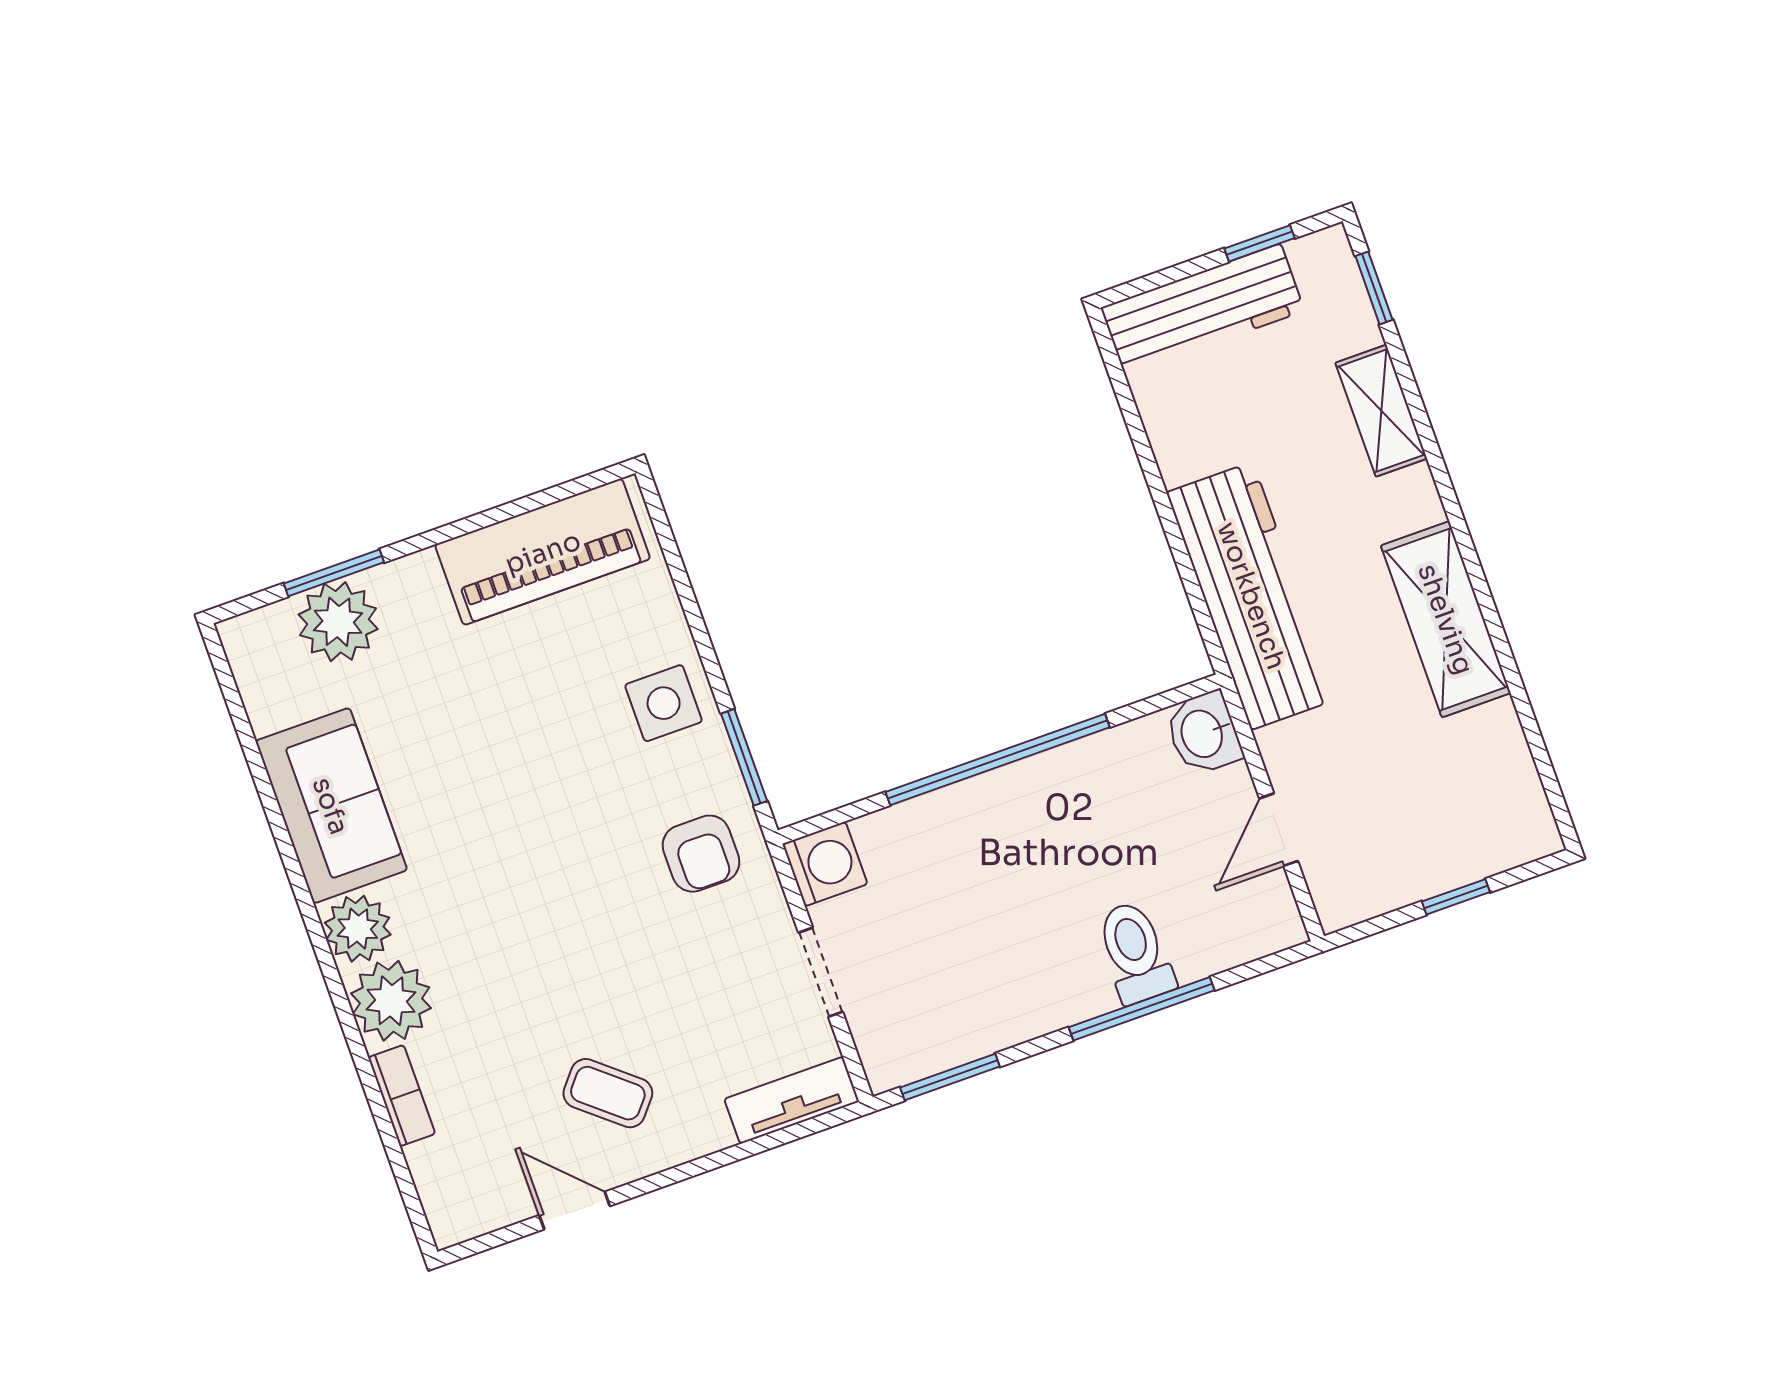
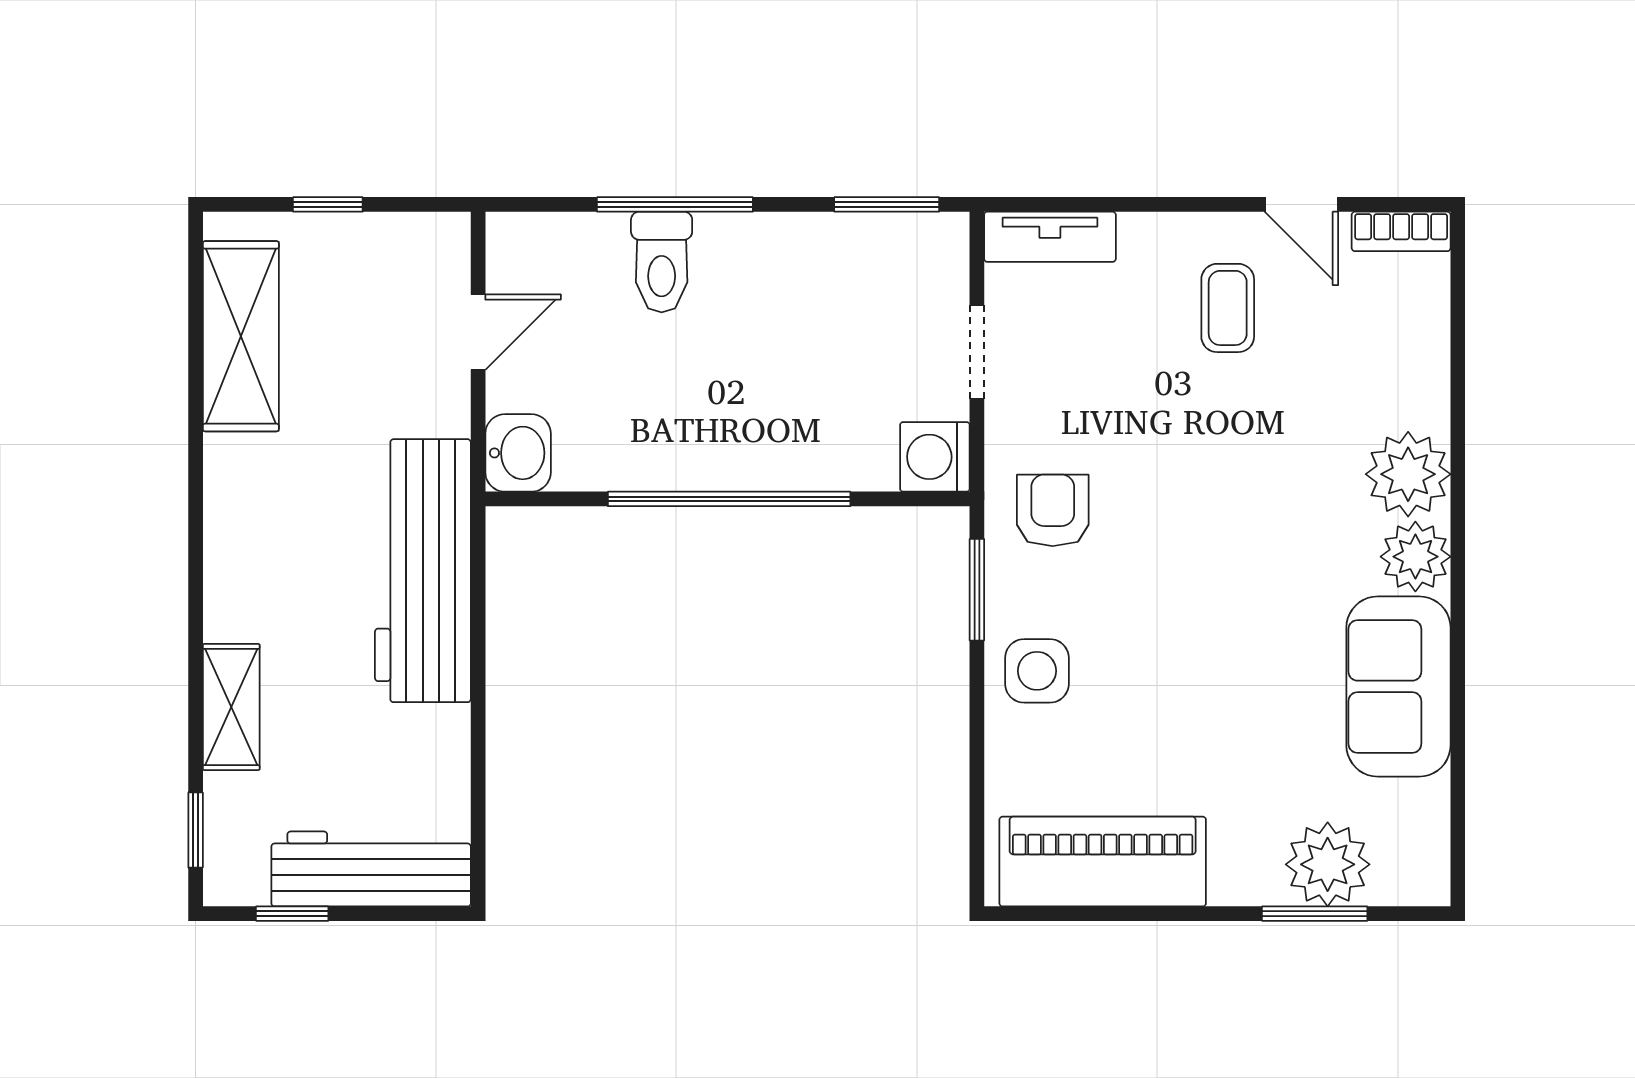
shelving: (1446, 619) -> (241, 336), moved
coffee table: (608, 1093) -> (1228, 308), turned 50
bookcase: (402, 1096) -> (1401, 231), moved, turned -90

